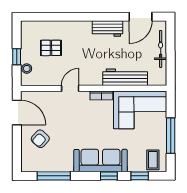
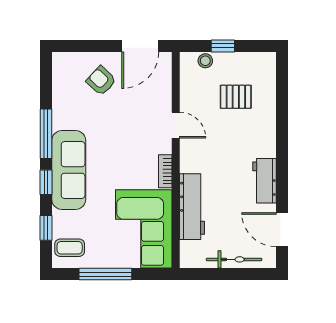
pallet: (51, 48) -> (236, 97), turned 90
window: (54, 176) -> (46, 134), moved

